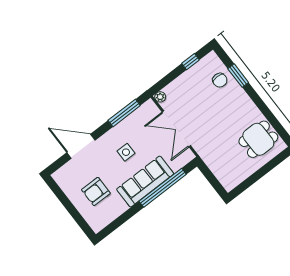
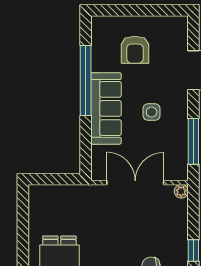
window: (163, 188) -> (86, 81), moved
armchair: (96, 191) -> (135, 50), turned 180

